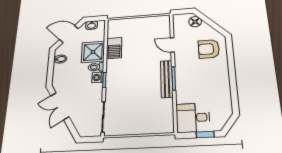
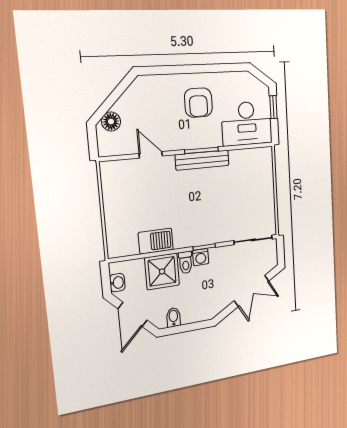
door: (172, 45) -> (151, 155), swing flipped
armchair: (209, 49) -> (198, 103), moved
double door: (60, 106) -> (252, 291), moved
desk: (193, 118) -> (247, 123), width x1.37

